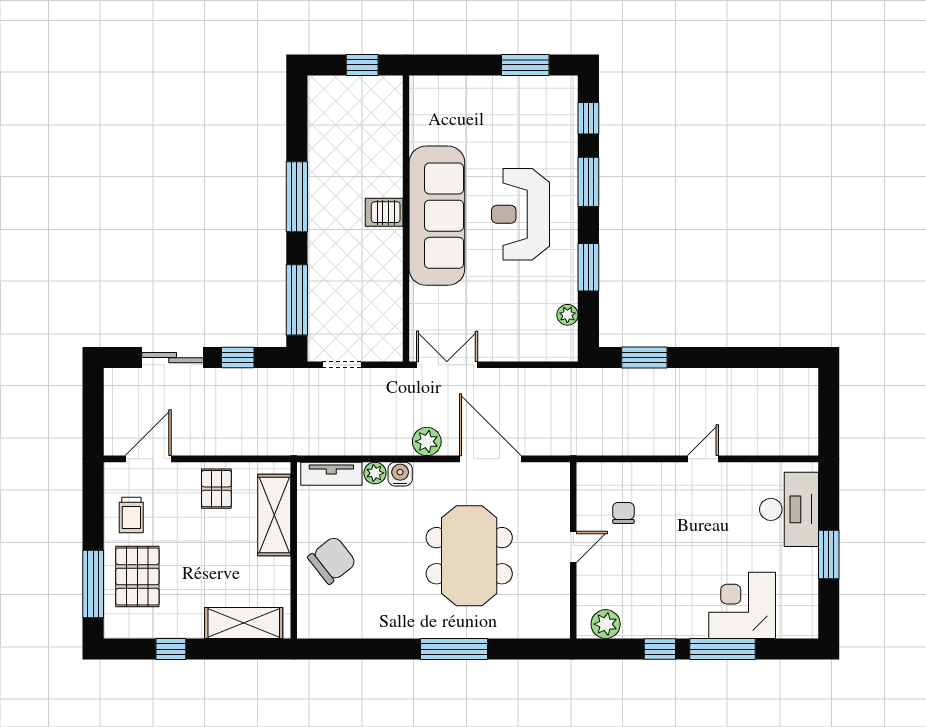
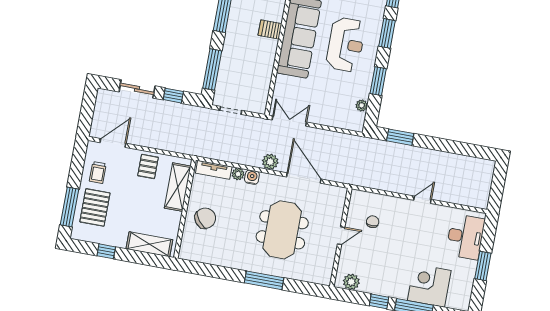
reception desk: (520, 214) -> (346, 45), turned 180

